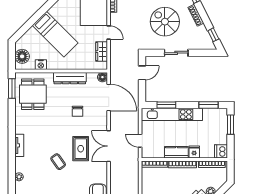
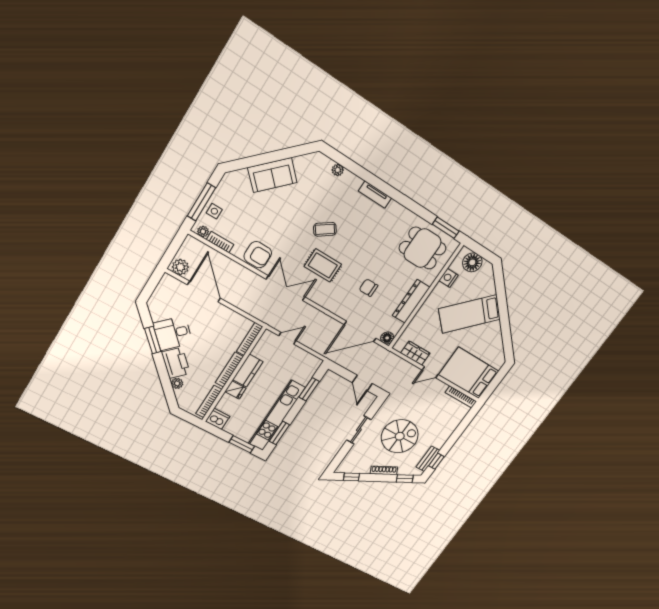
kitchen unit: (172, 114) -> (277, 416), moved
double door: (109, 146) -> (286, 288), moved

